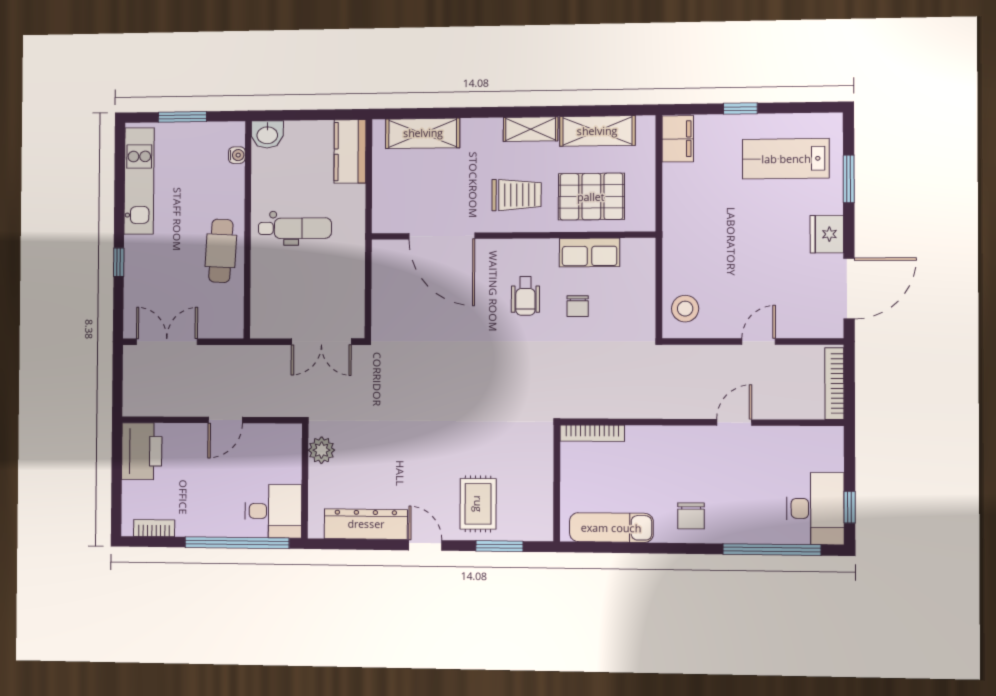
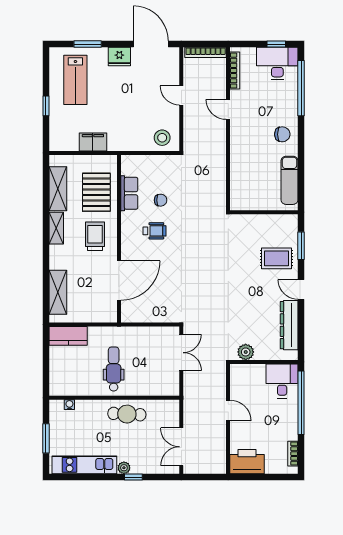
washbasin: (267, 134) -> (57, 386), removed
filing cabinet: (678, 139) -> (93, 142), moved
plant: (134, 246) -> (124, 468), added
bookcase: (592, 433) -> (235, 71), moved
door: (425, 545) -> (301, 290), hinge flipped

